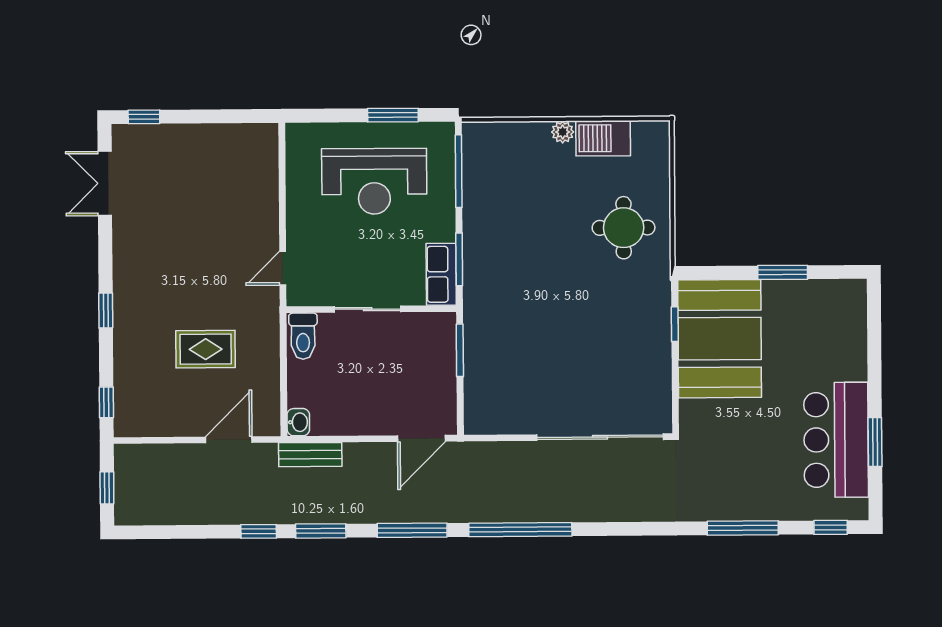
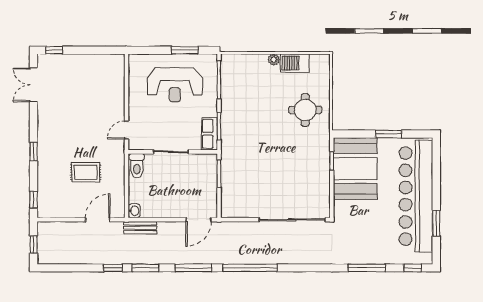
bar counter: (836, 440) -> (416, 196), width x1.86

